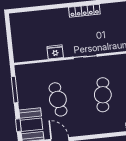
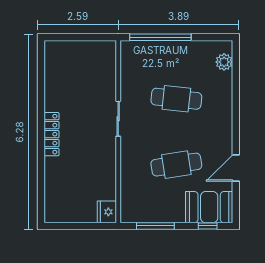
locker: (84, 11) -> (51, 134), moved
fridge: (55, 52) -> (107, 212), moved

